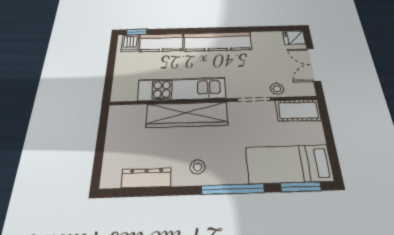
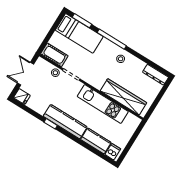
window: (136, 32) -> (51, 124), moved
double door: (314, 65) -> (26, 74), swing flipped
wardrobe: (187, 115) -> (123, 97), moved
dresser: (146, 178) -> (156, 75), moved

